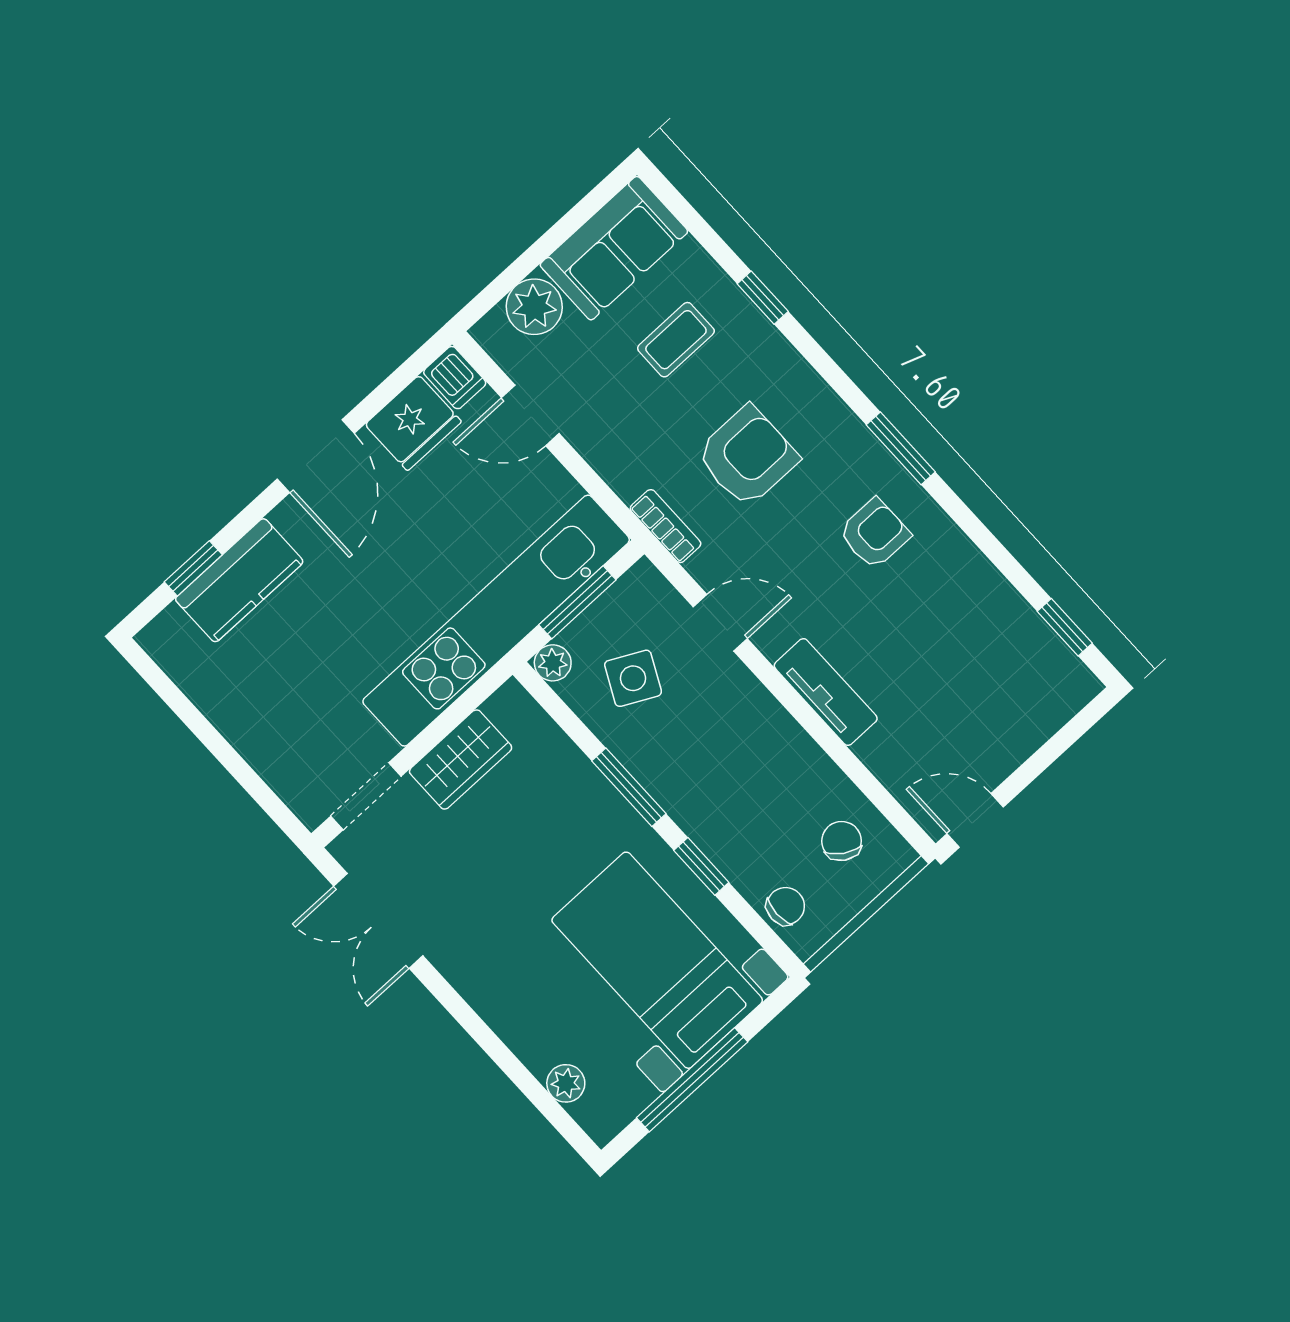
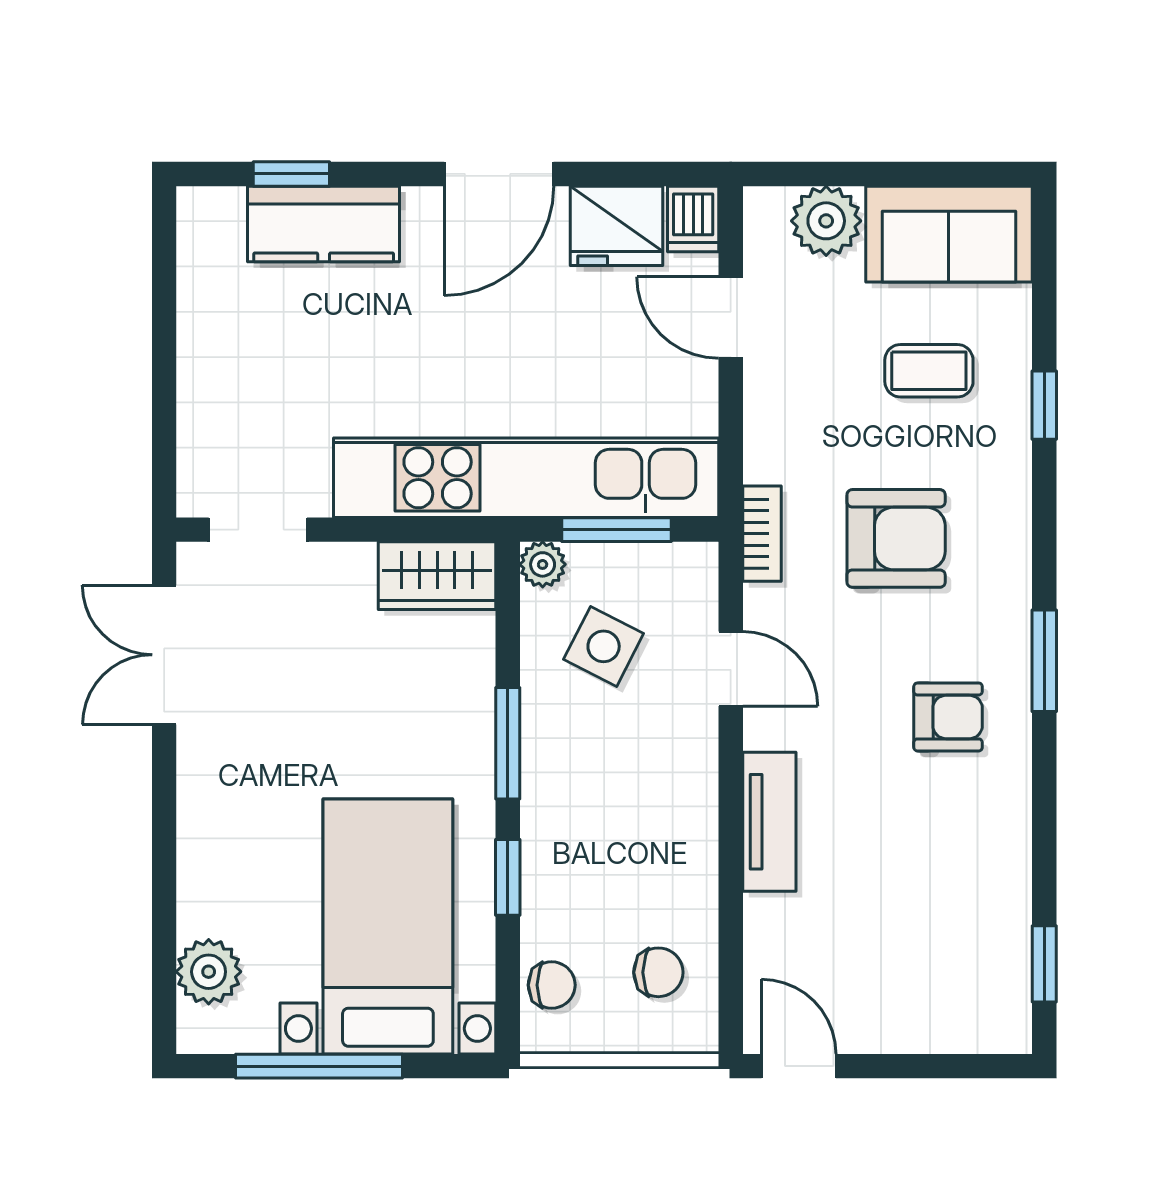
wardrobe: (461, 759) -> (437, 576), moved
chair: (842, 841) -> (658, 972), turned 57
plant: (566, 1083) -> (209, 972), width x1.38, depth x1.38

